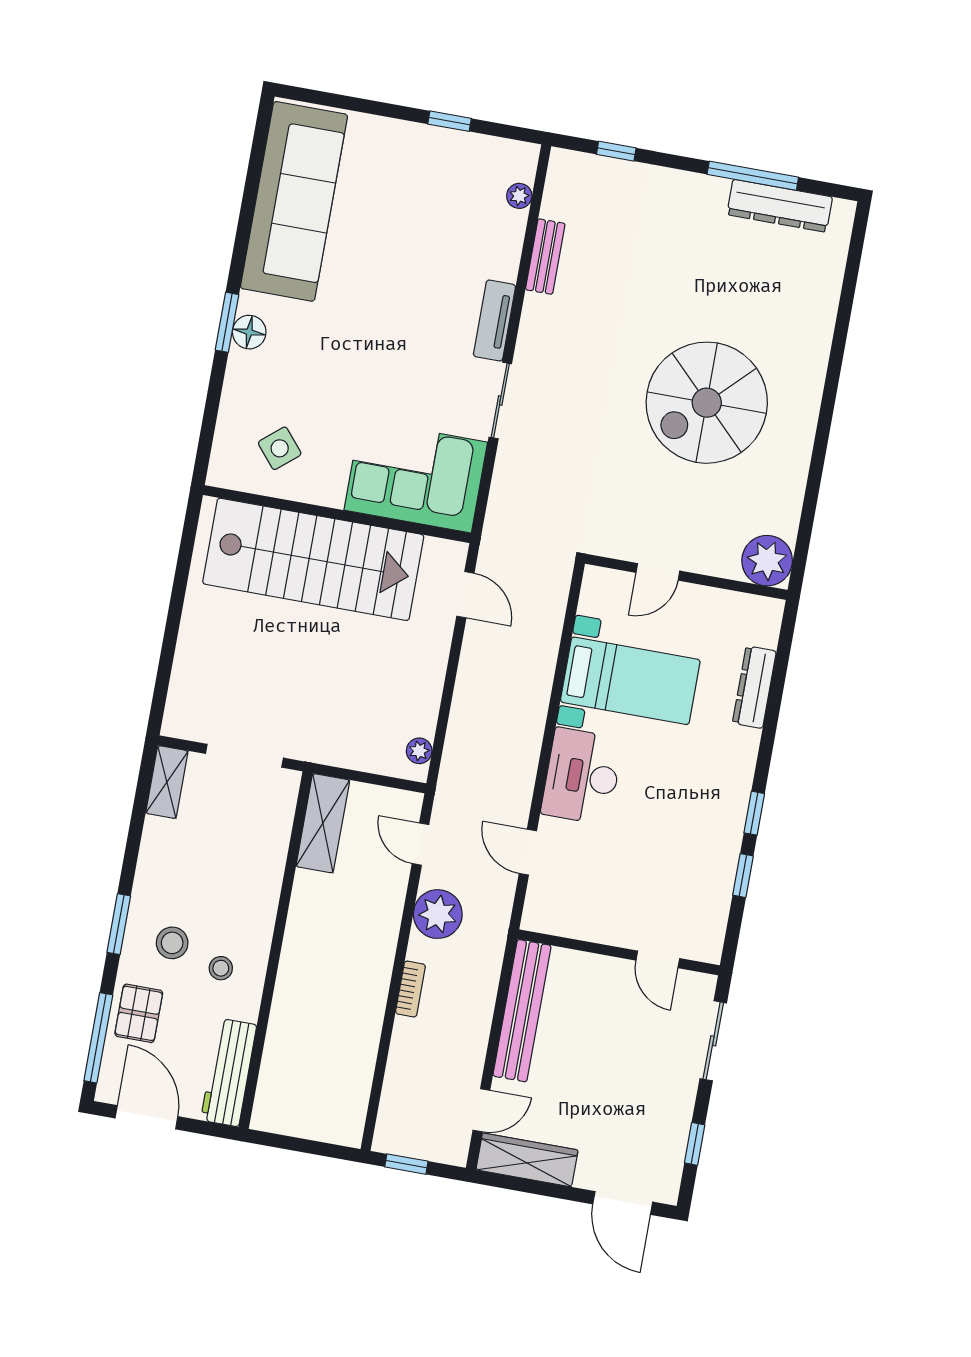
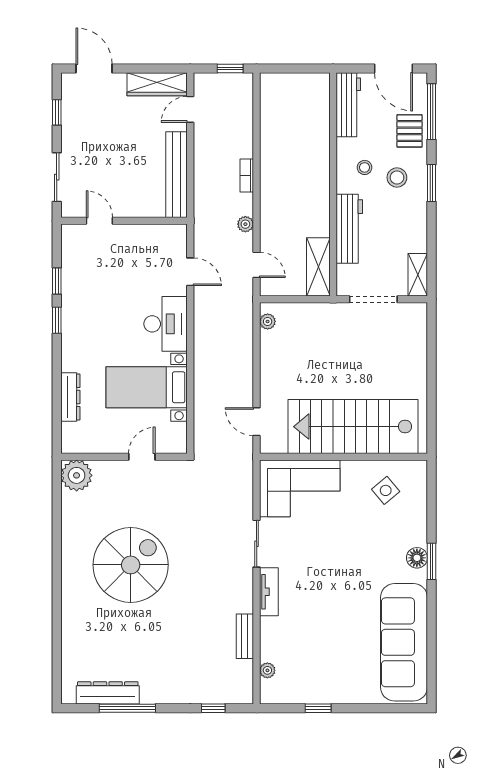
workbench: (263, 875) -> (349, 229), added
plant: (438, 914) -> (245, 224), width x0.53, depth x0.53

